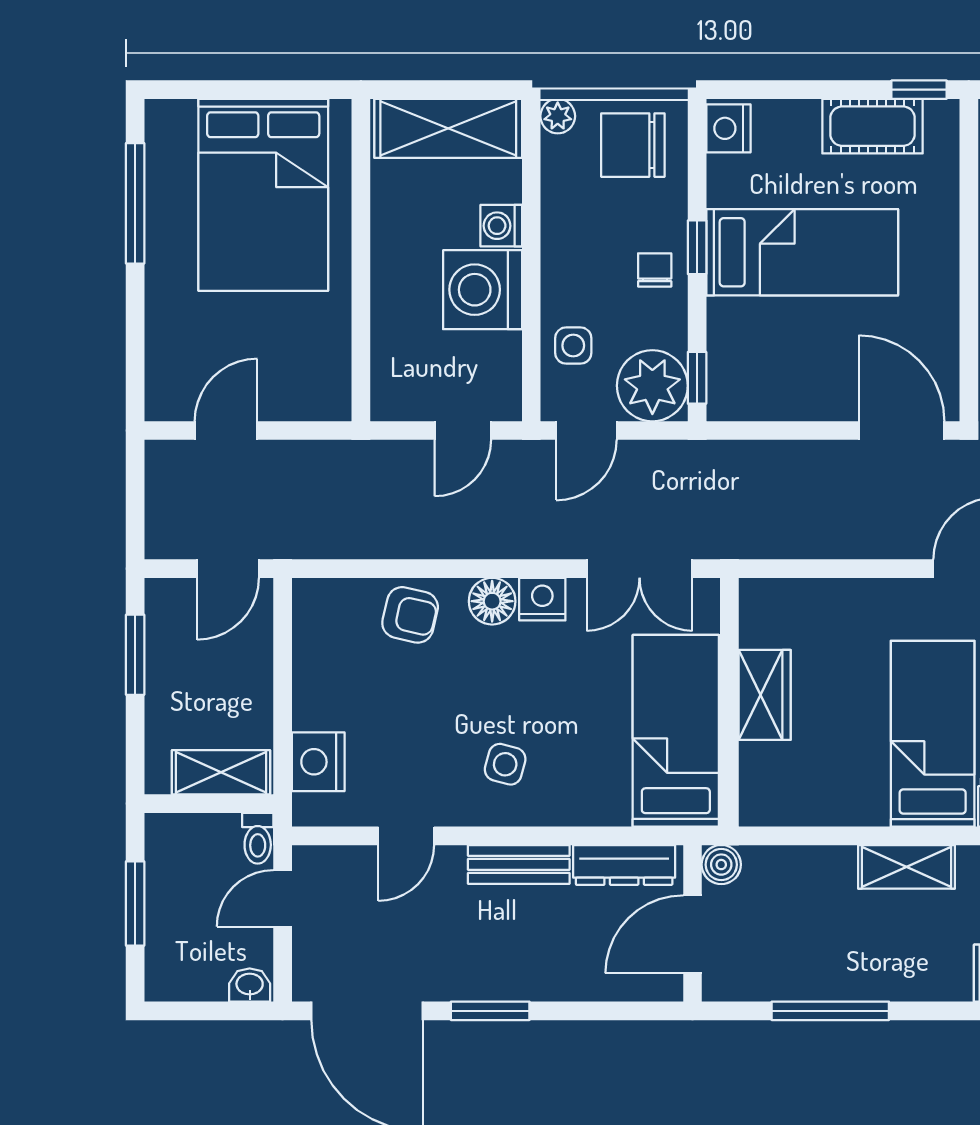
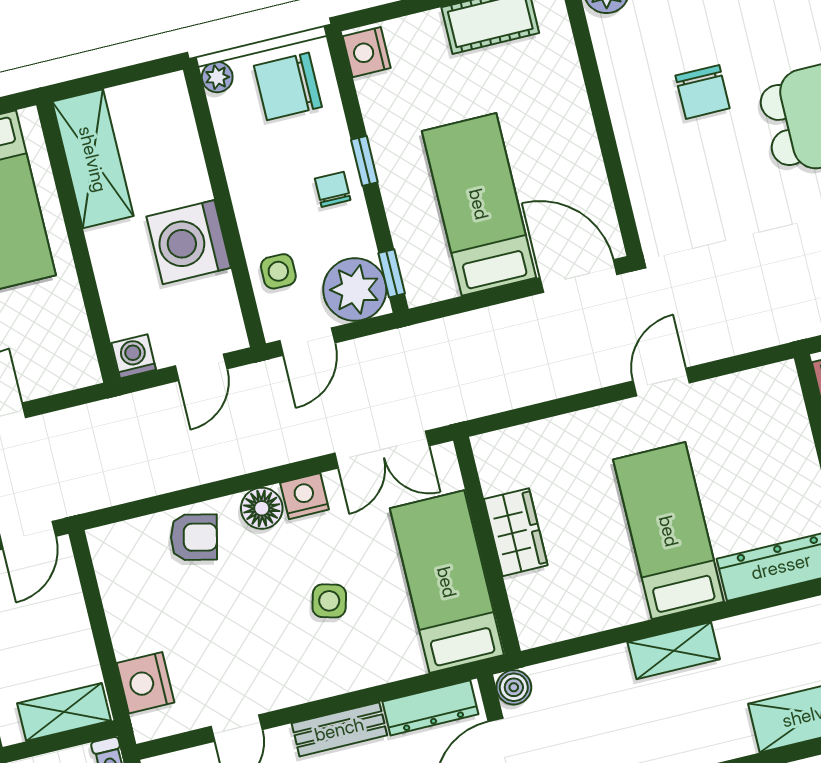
shelving: (448, 128) -> (93, 159), moved, turned 90
washing machine: (501, 226) -> (134, 356), moved, turned 90
bed: (802, 252) -> (479, 204), moved, turned -90
side table: (505, 764) -> (329, 601), moved

